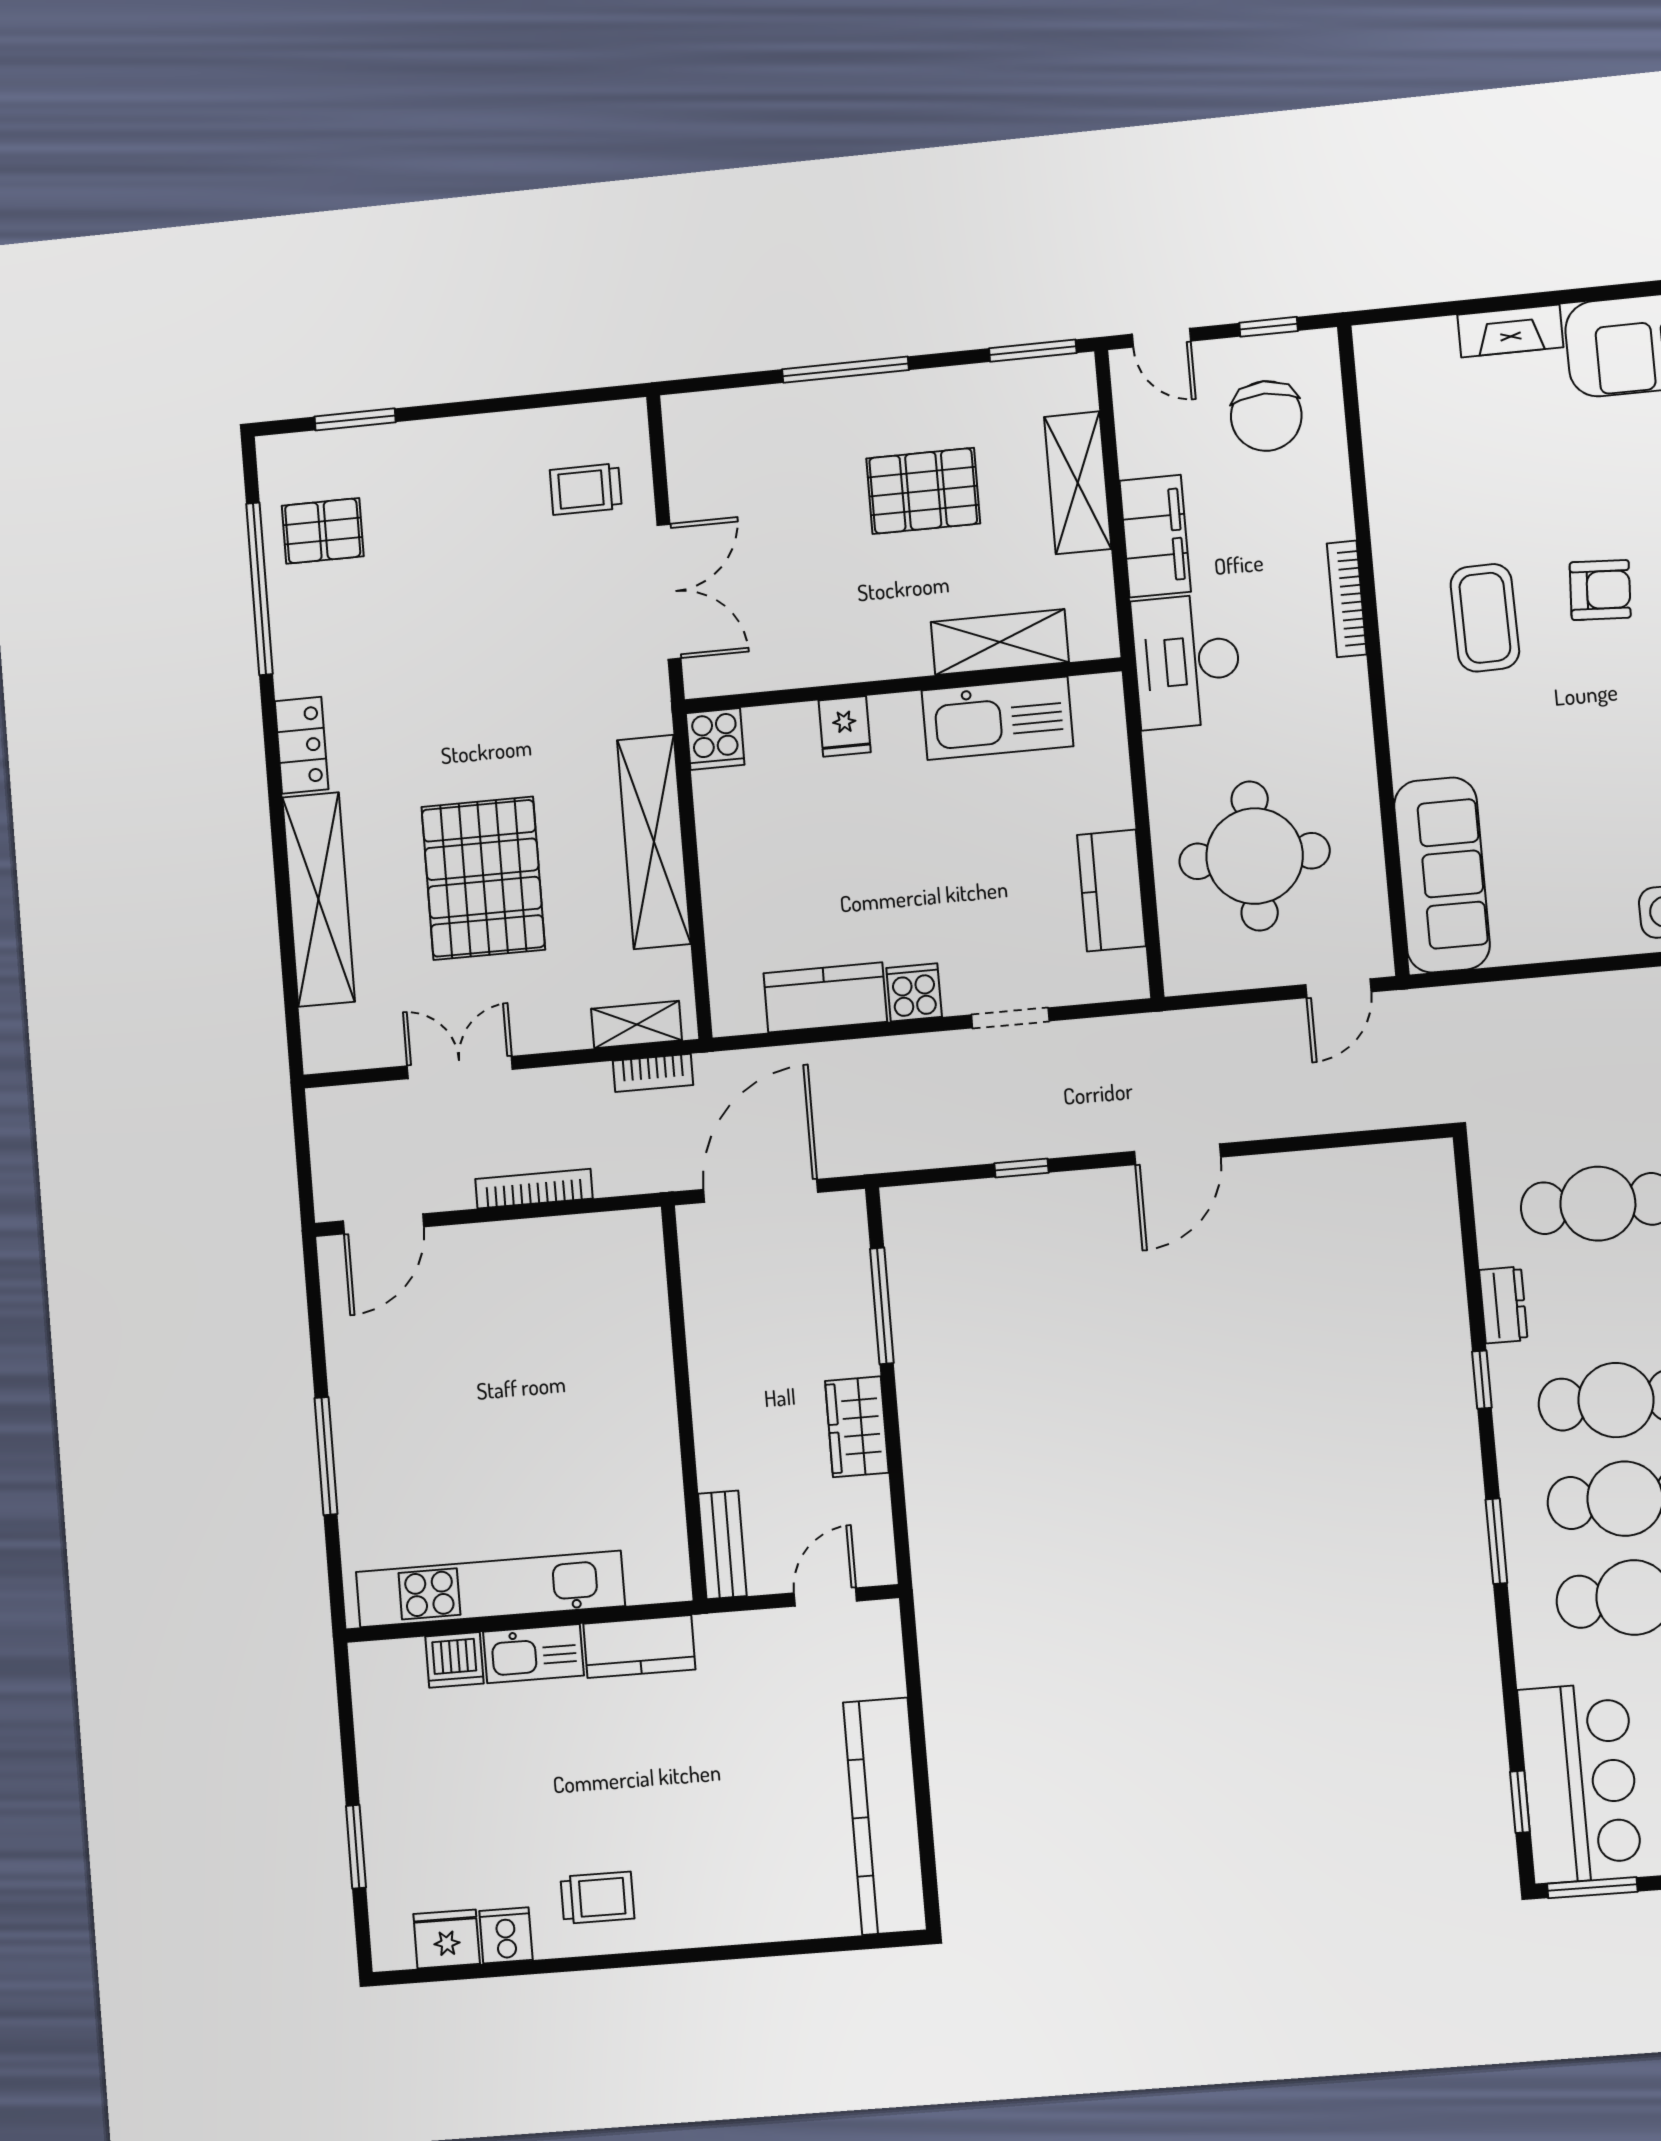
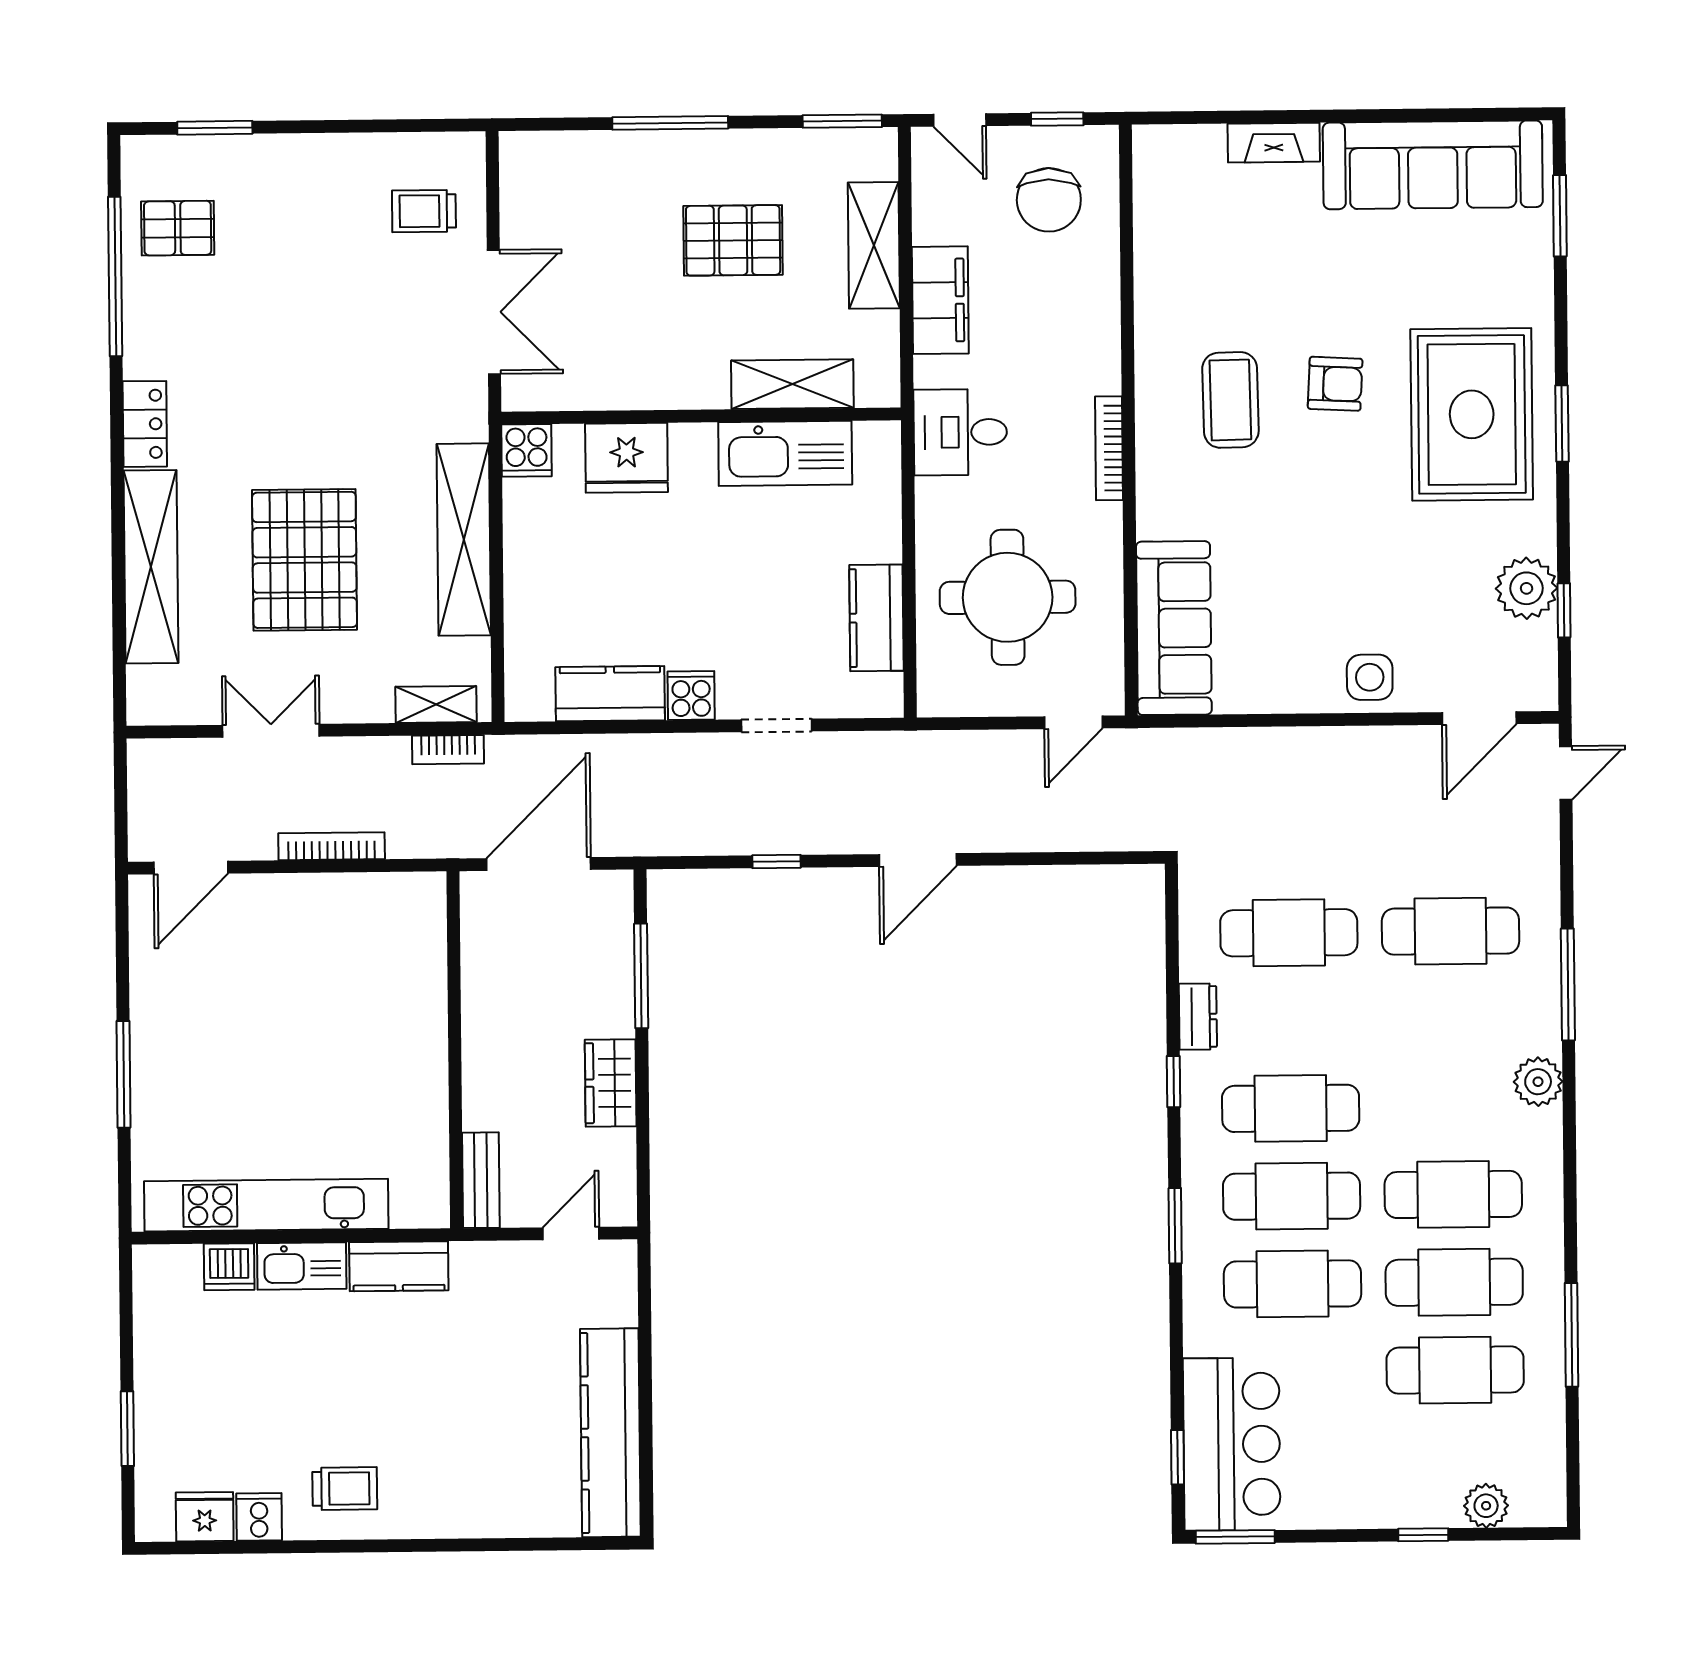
bookcase: (1347, 599) -> (1109, 448), moved
desk: (1187, 661) -> (960, 432), width x0.73
fridge: (845, 726) -> (627, 458), width x1.88, depth x1.34

